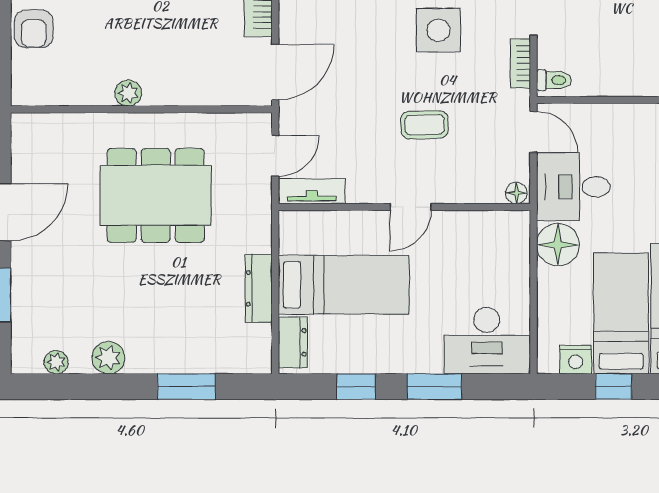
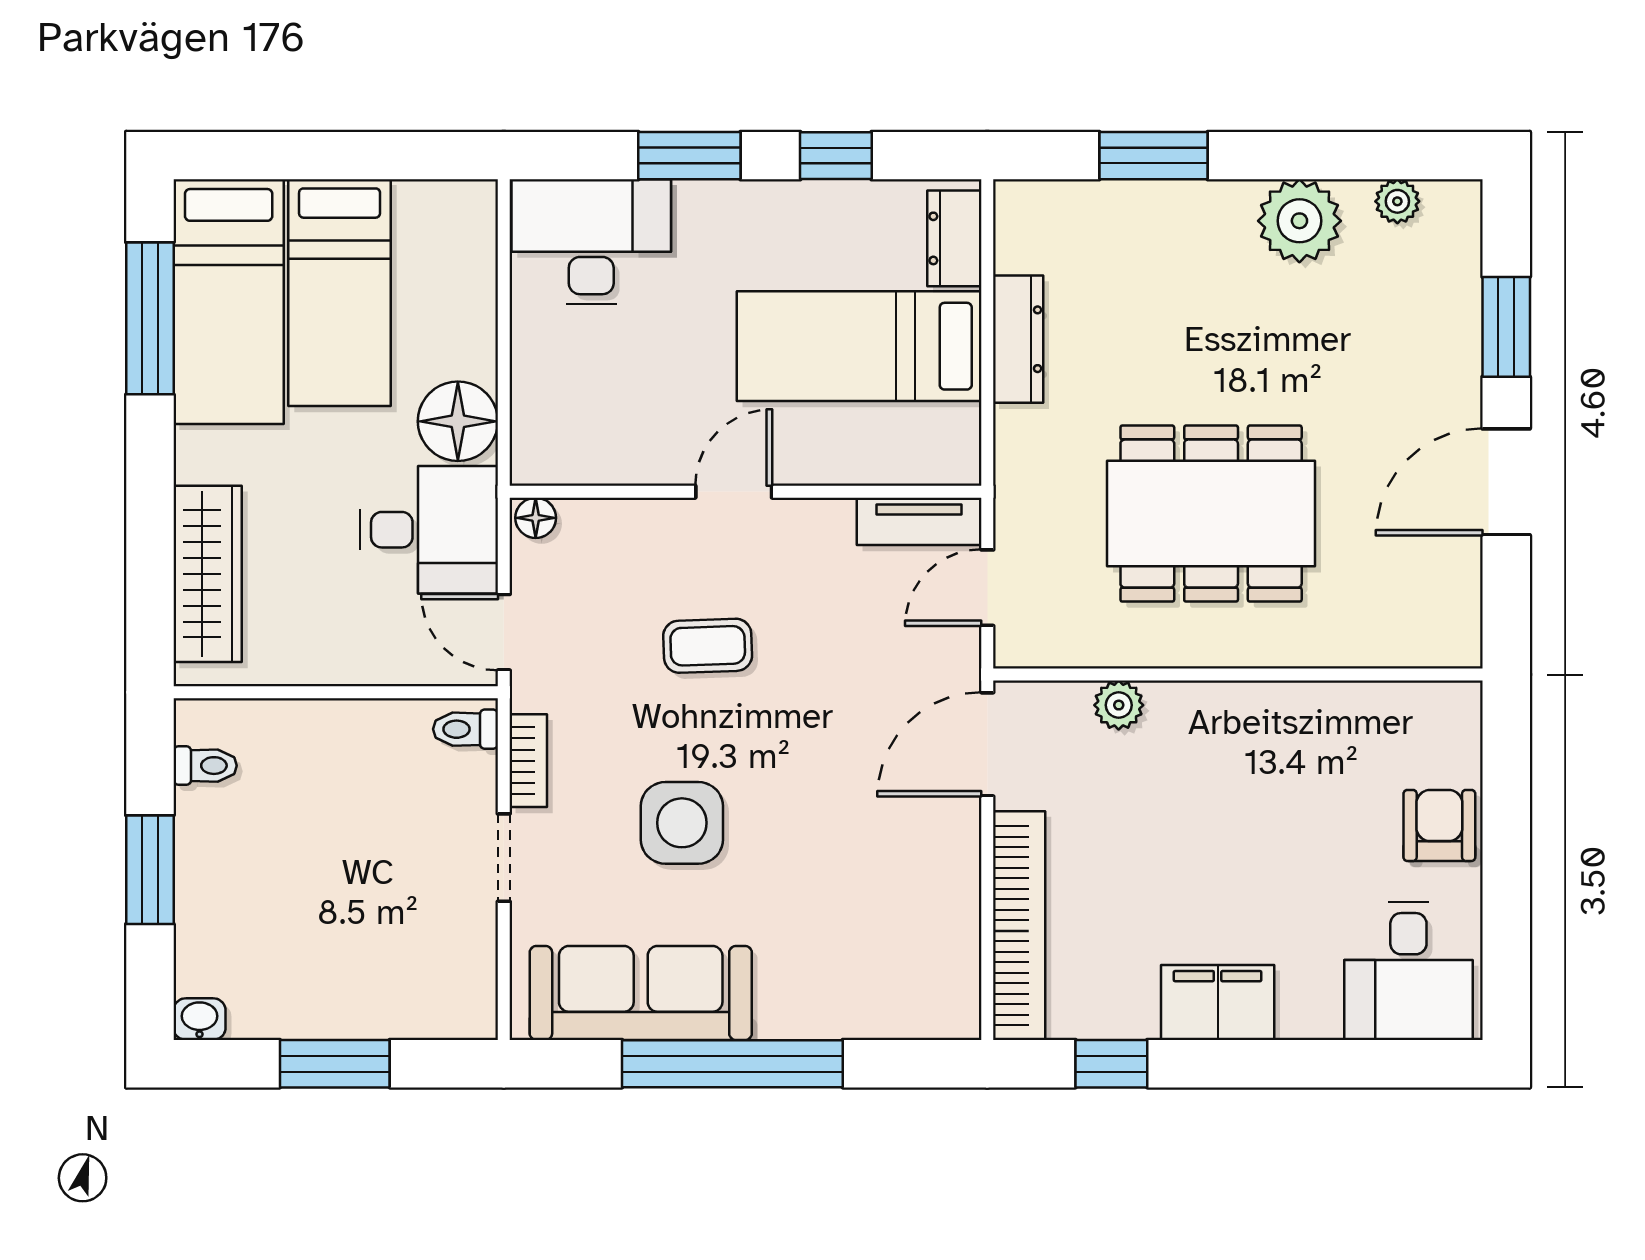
plant: (128, 93) -> (1119, 705), moved
plant: (108, 358) -> (1299, 221), width x1.36, depth x1.36
nightstand: (576, 360) -> (425, 206), removed
window: (613, 387) -> (354, 156), removed

